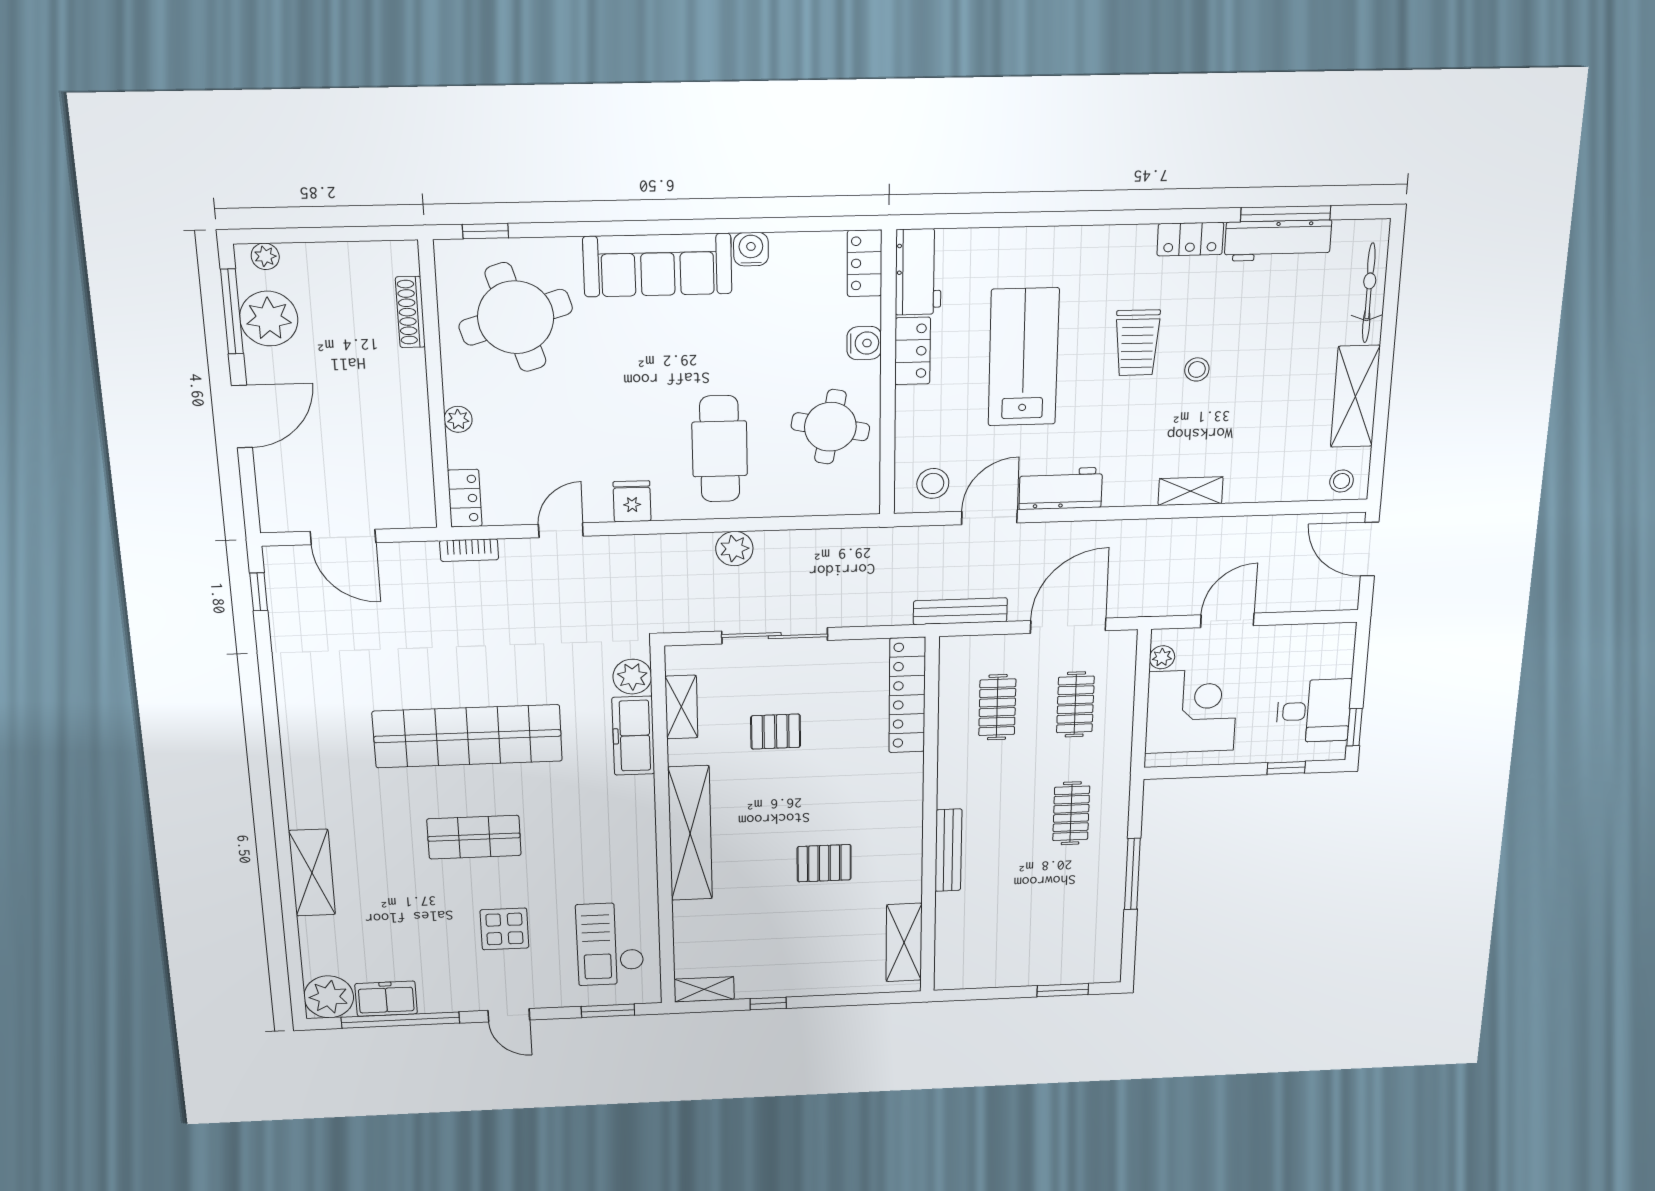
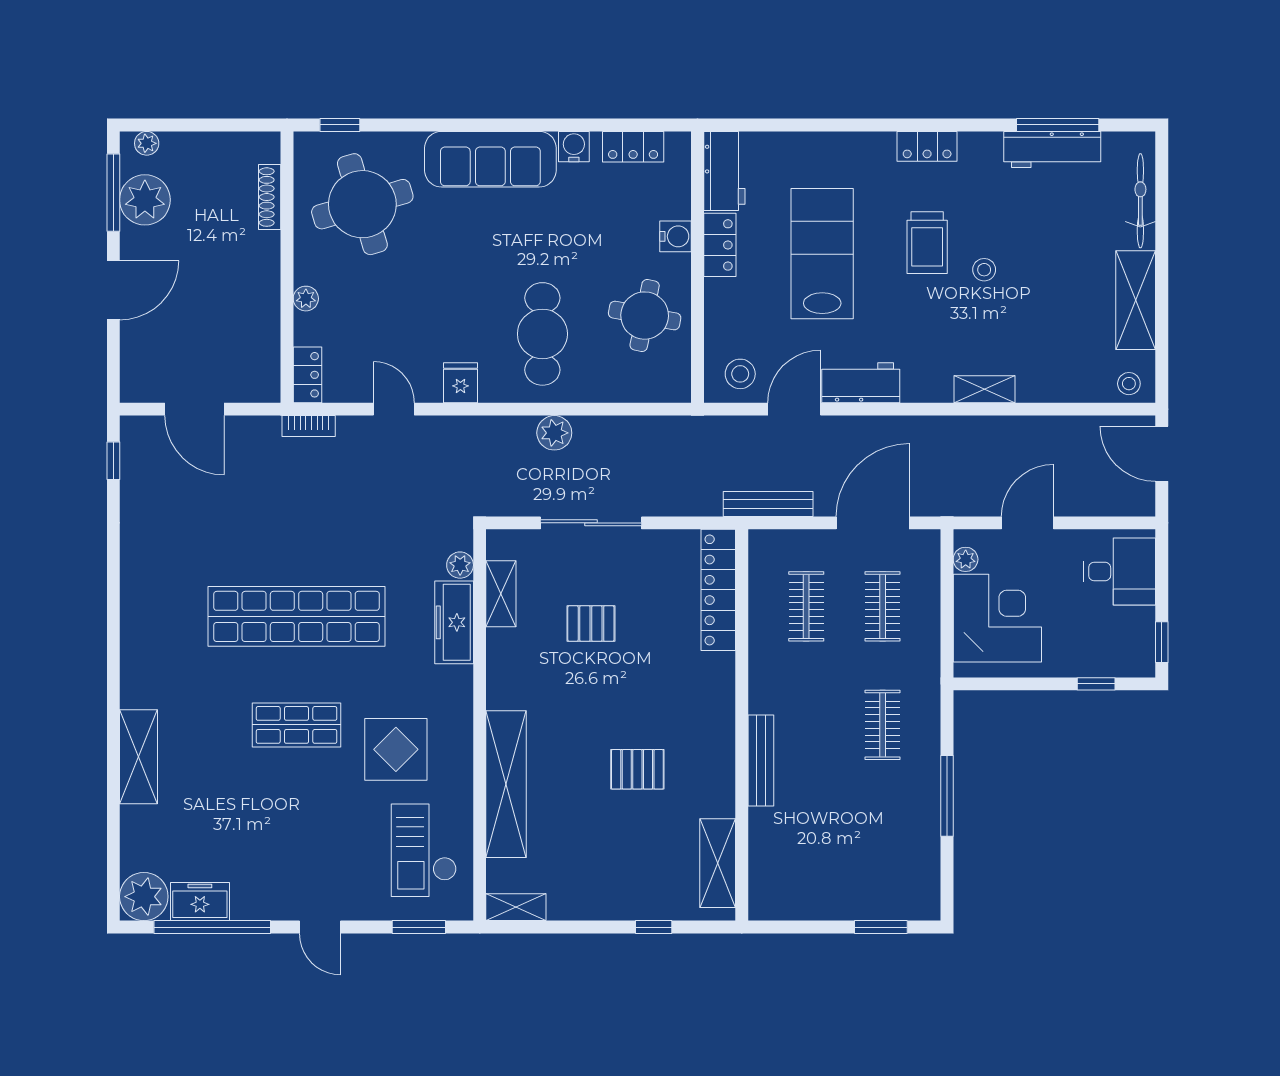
locker: (1190, 239) -> (927, 146), moved
locker: (865, 263) -> (633, 147), moved, turned -90
door: (561, 530) -> (394, 409), hinge flipped
plant: (632, 677) -> (460, 565), width x0.73, depth x0.73
desk: (1314, 711) -> (1119, 572), moved
shelving: (690, 833) -> (506, 784), moved
display table: (504, 929) -> (396, 749), moved, width x1.36, depth x1.36
window: (768, 1004) -> (654, 927), moved

